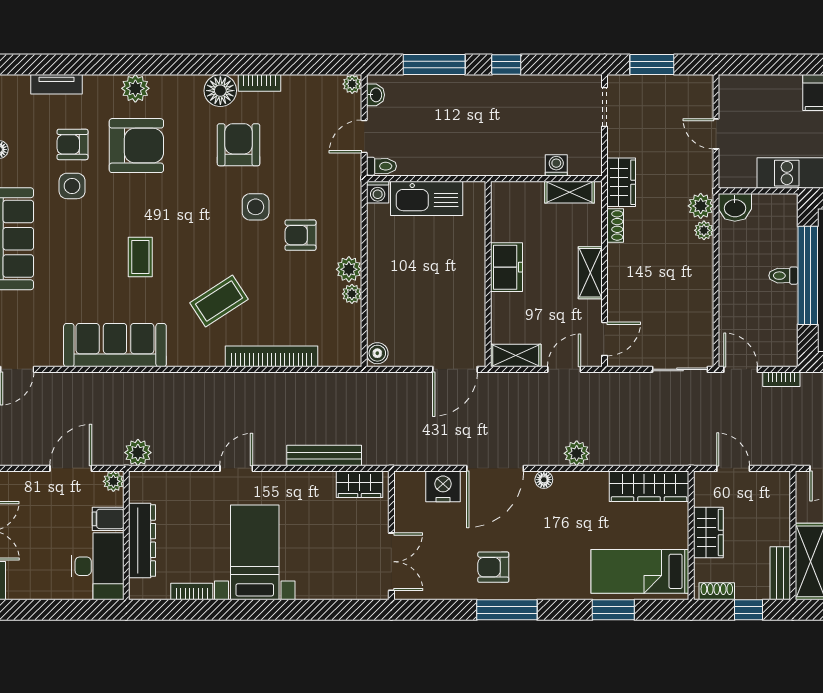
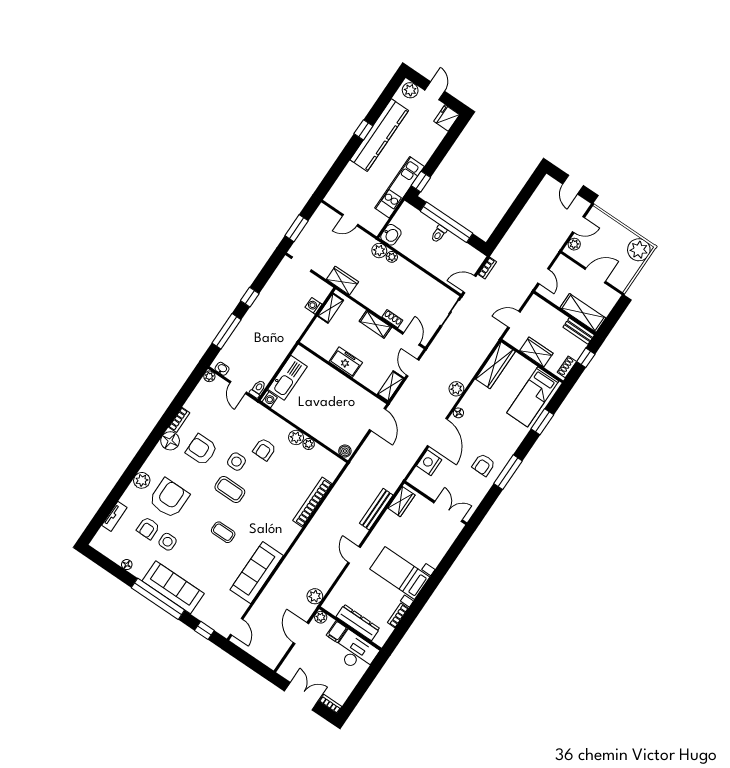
shoe rack: (615, 225) -> (392, 319), moved
coffee table: (219, 301) -> (230, 490), moved, turned -57

